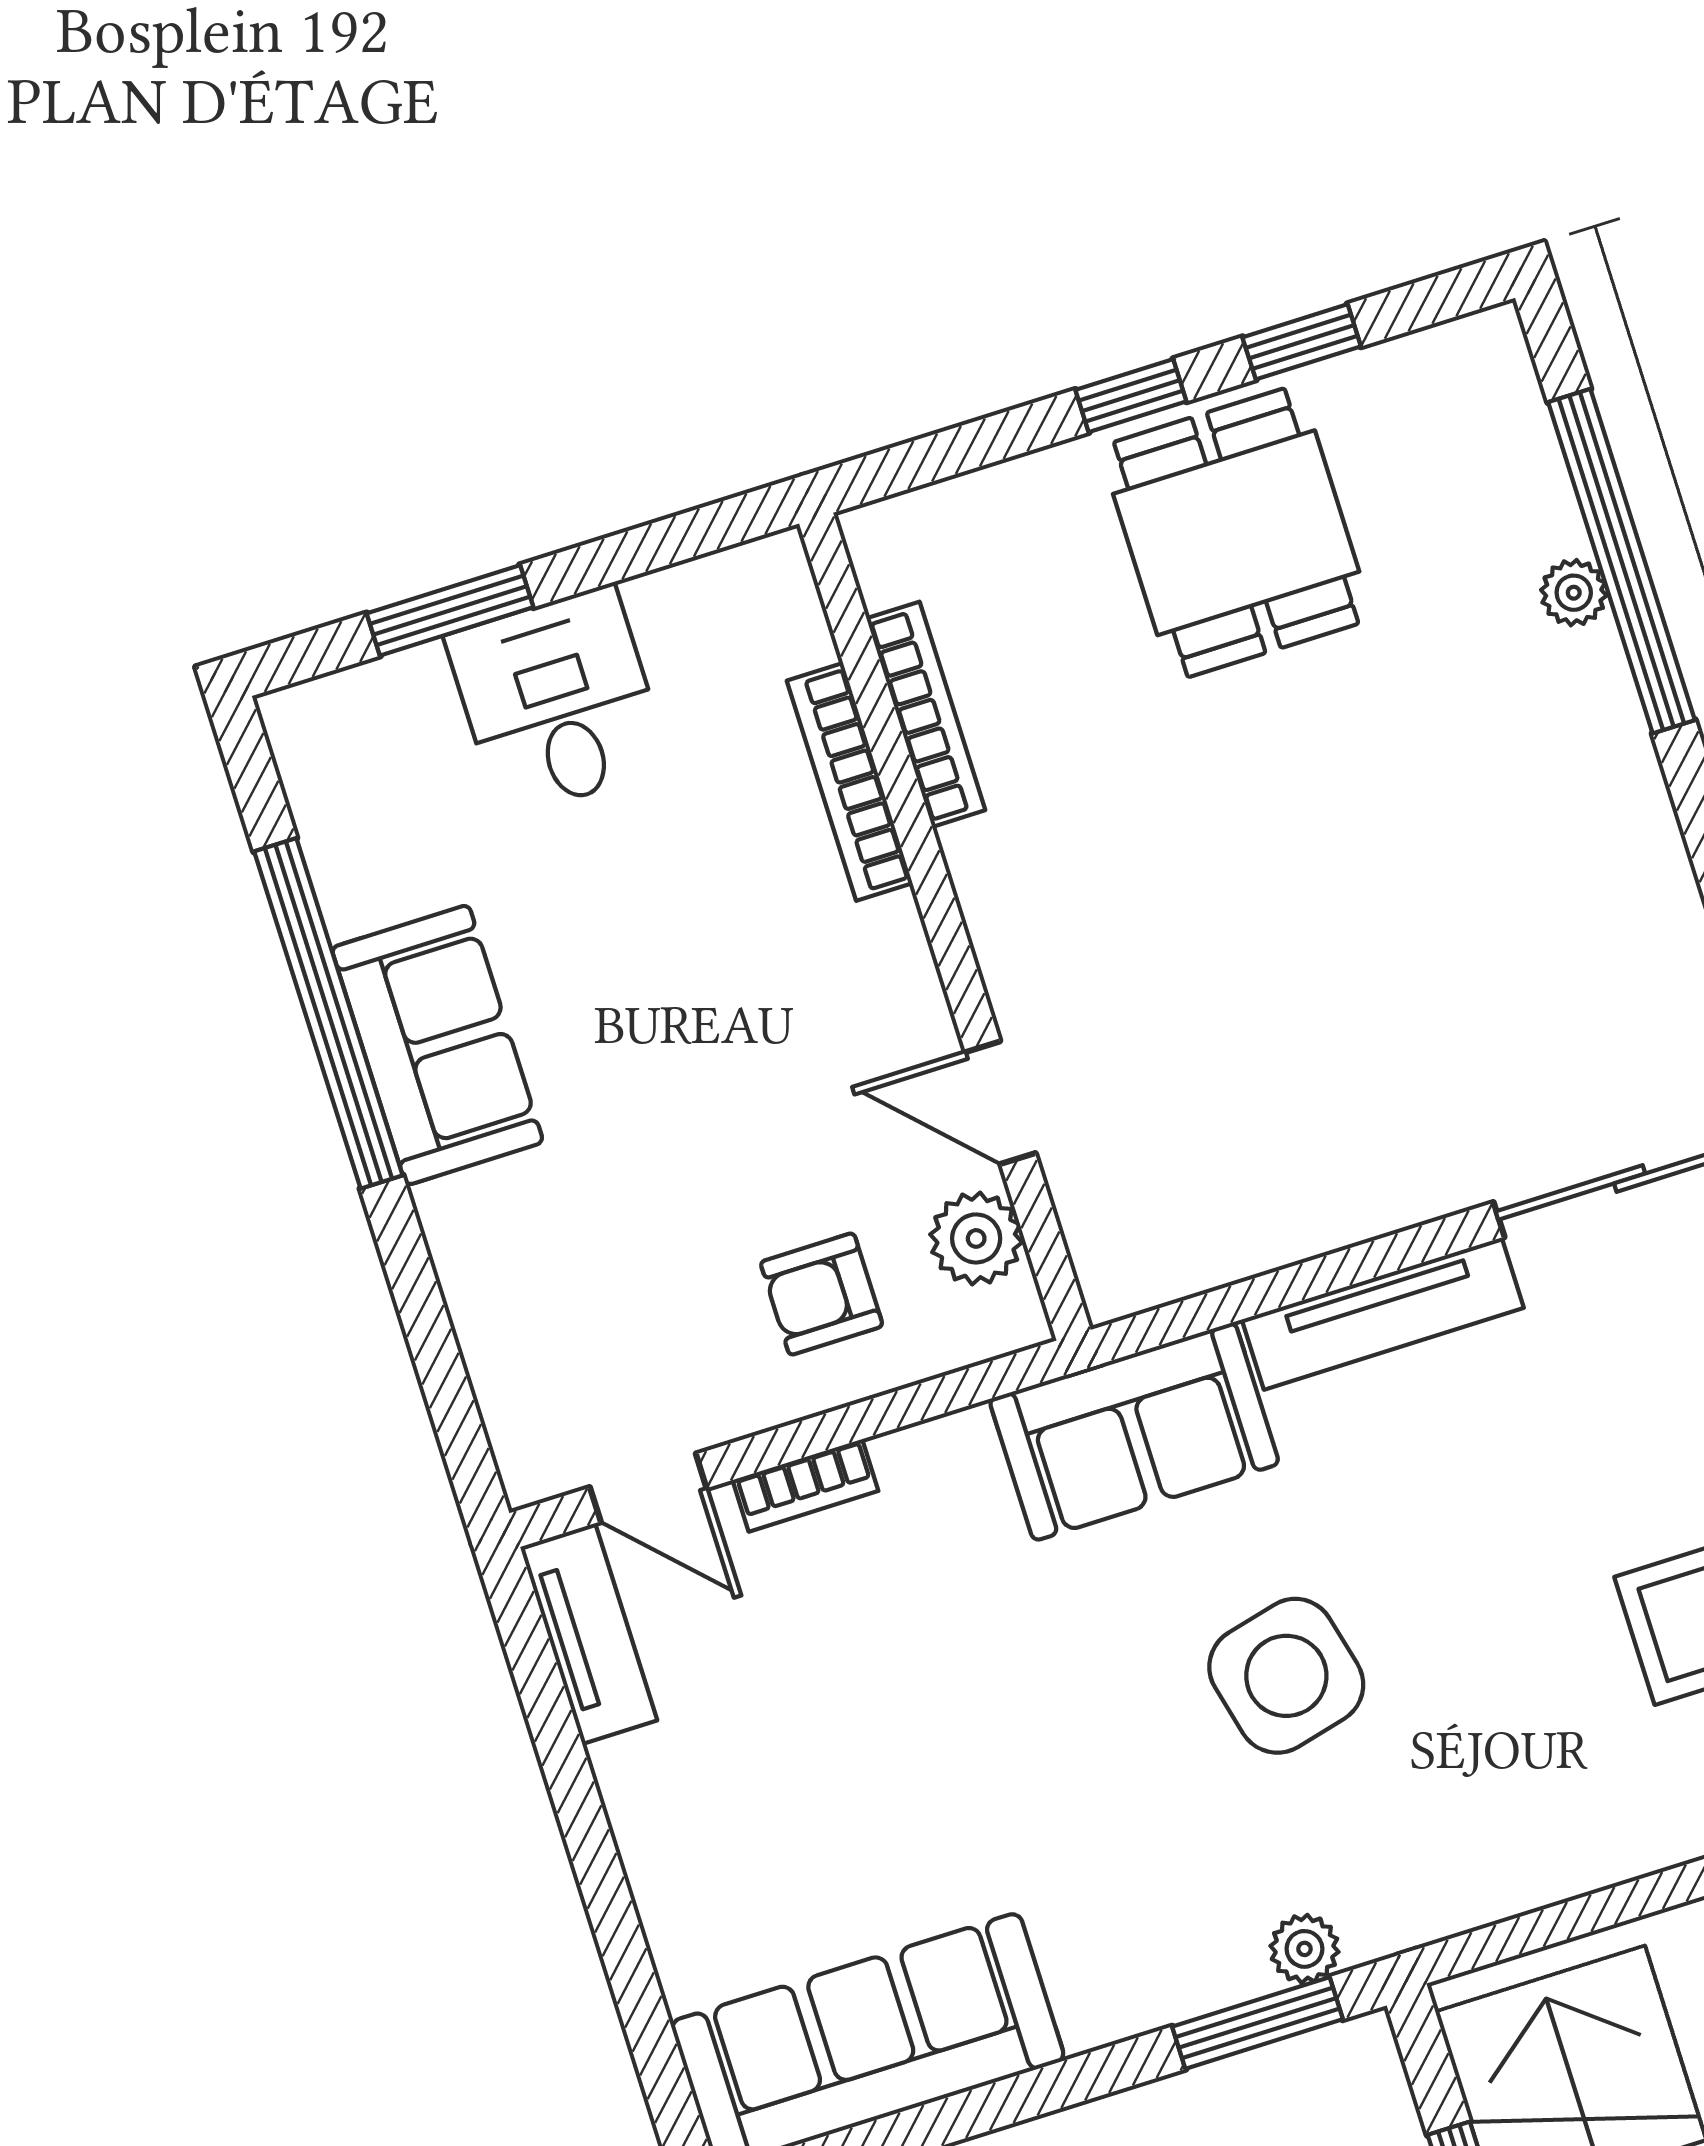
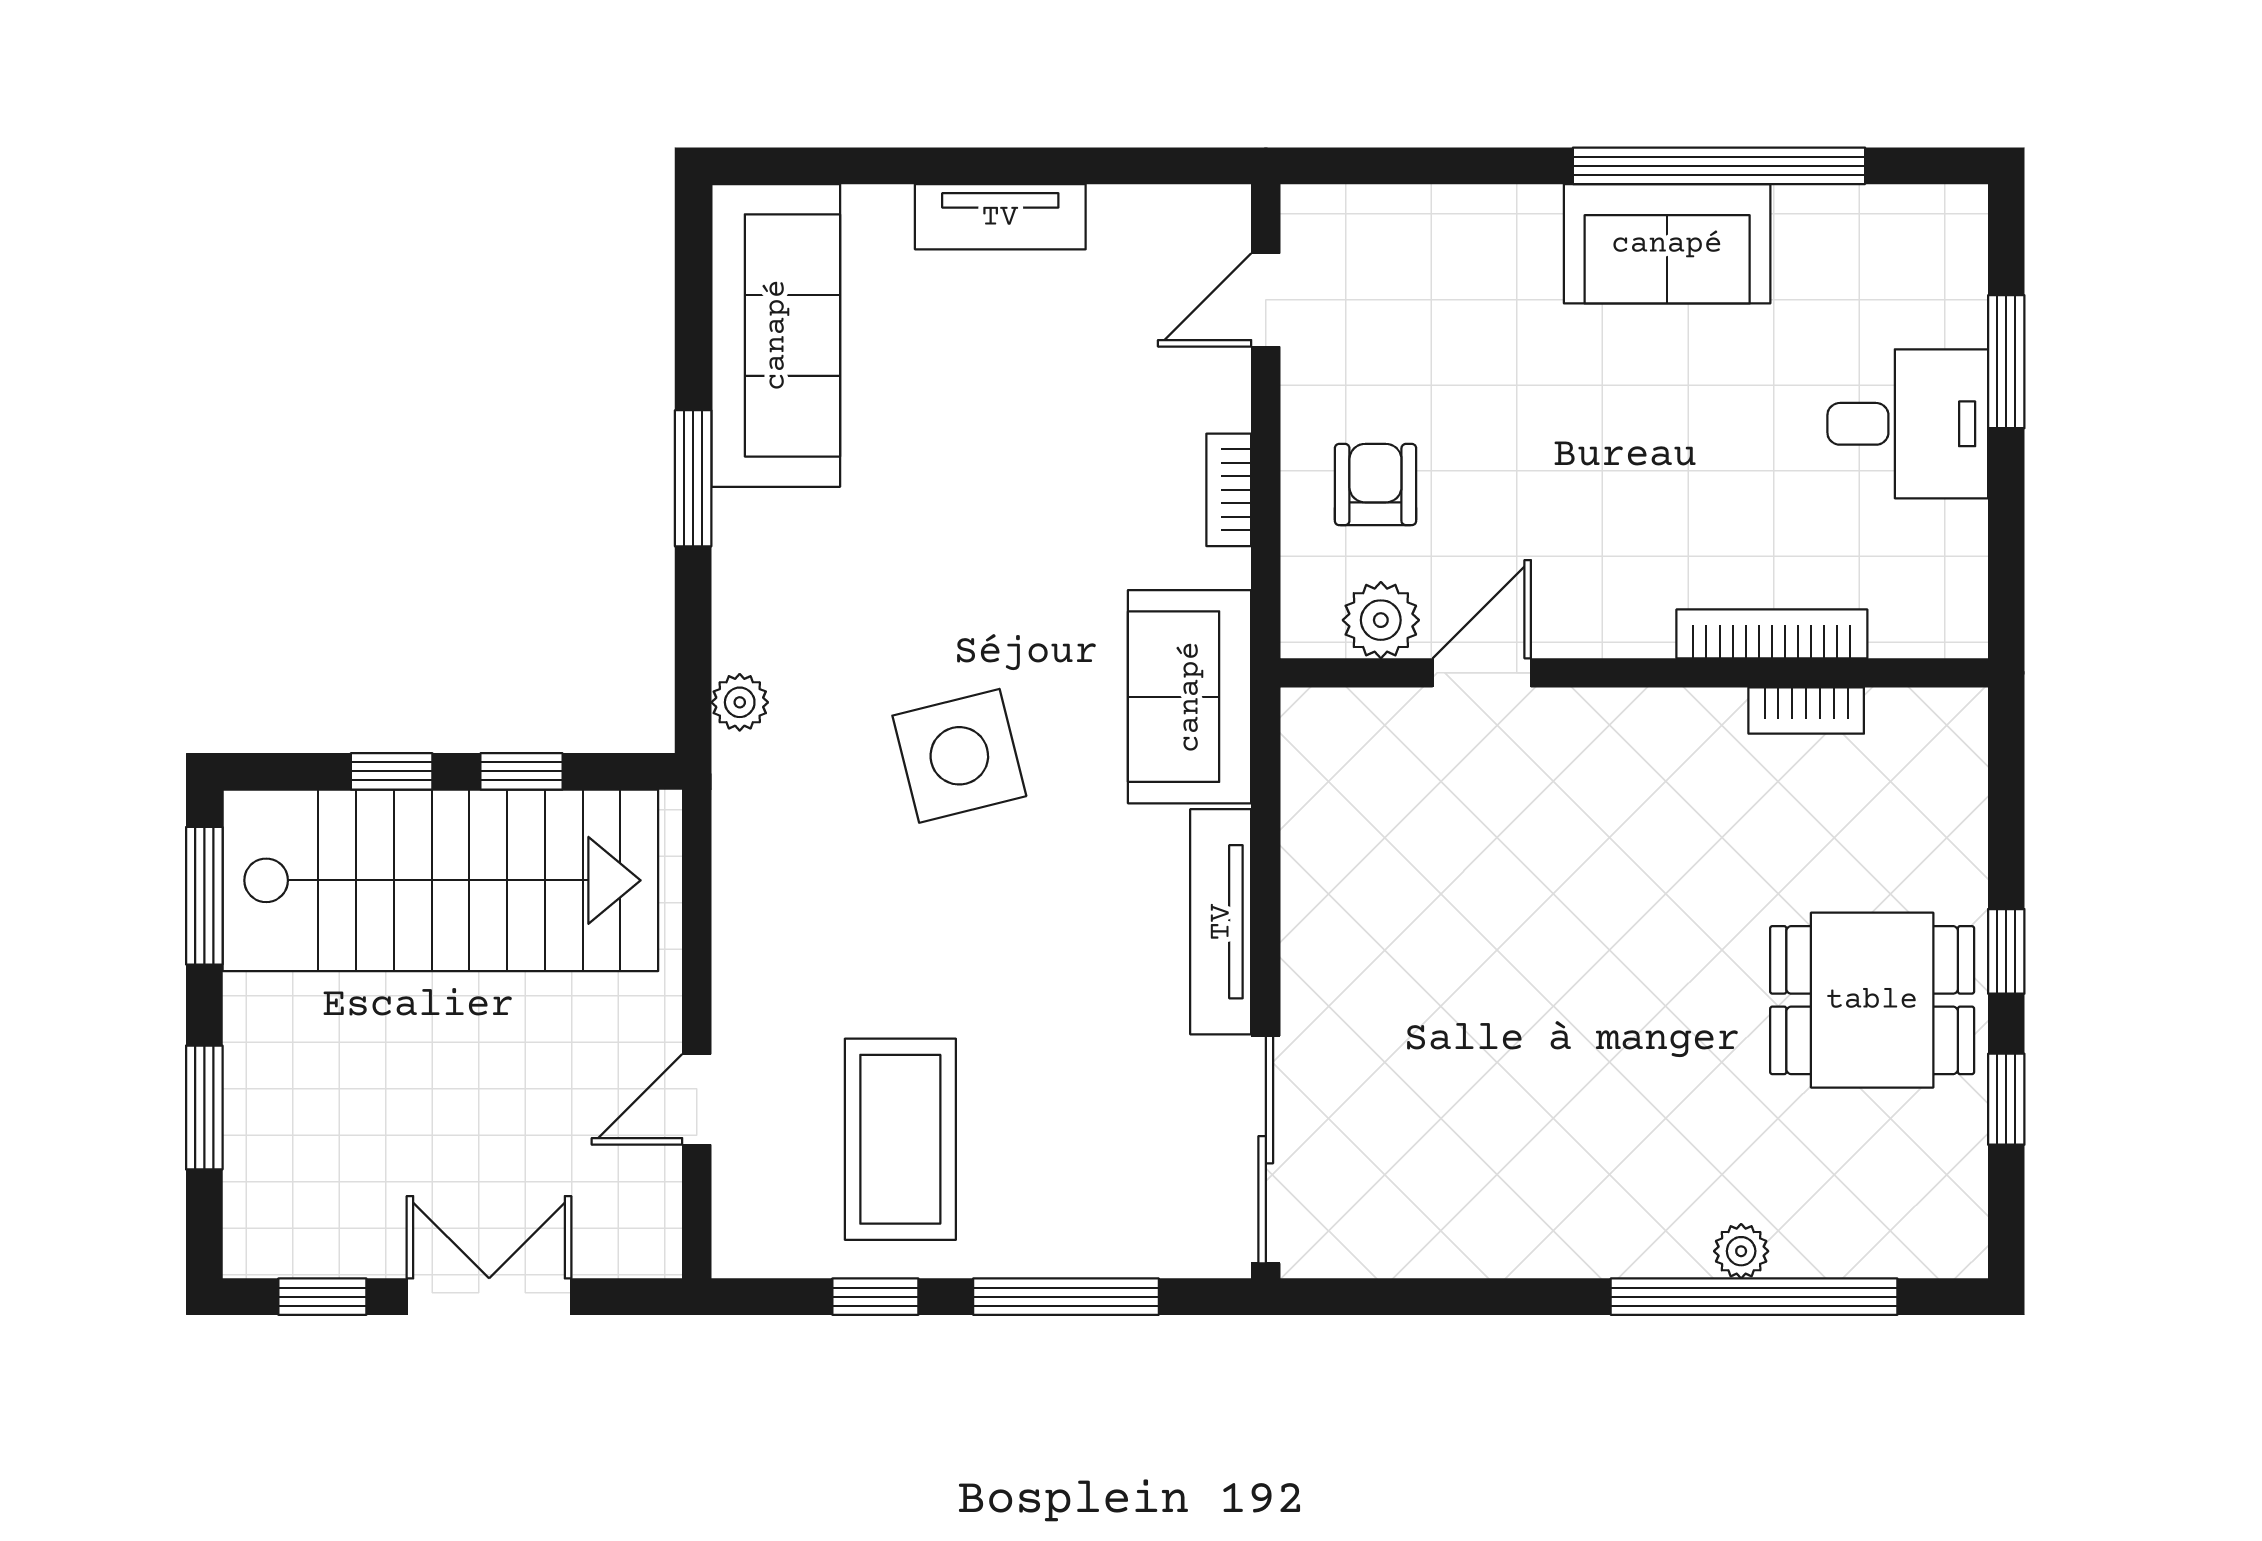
bookcase: (926, 714) -> (1806, 711), width x0.64
bookcase: (805, 1485) -> (1229, 490), moved
tv unit: (589, 1634) -> (1000, 217), moved
window: (1257, 2023) -> (693, 478), moved

